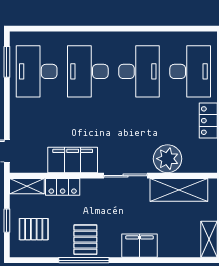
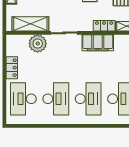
desk: (139, 71) -> (56, 99), turned 180

